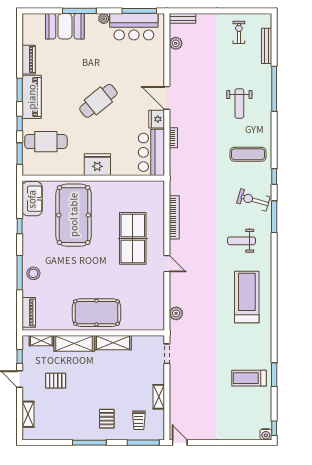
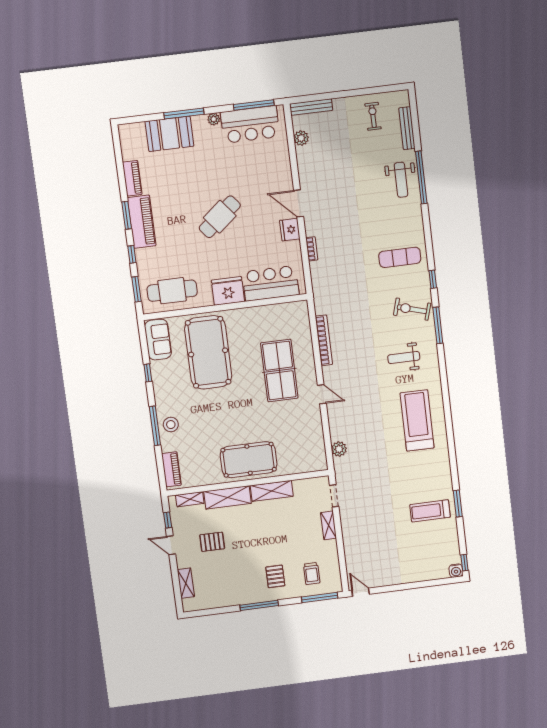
bench: (182, 18) -> (311, 107), width x1.36
weight bench: (239, 103) -> (401, 180), moved
cafe table: (46, 142) -> (172, 291), moved
bar counter: (151, 152) -> (271, 283), moved, turned 90
shelving: (159, 397) -> (328, 525), moved

